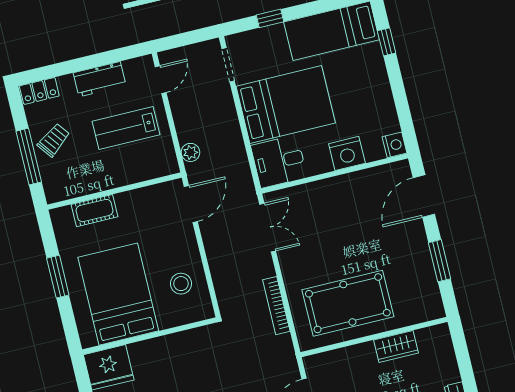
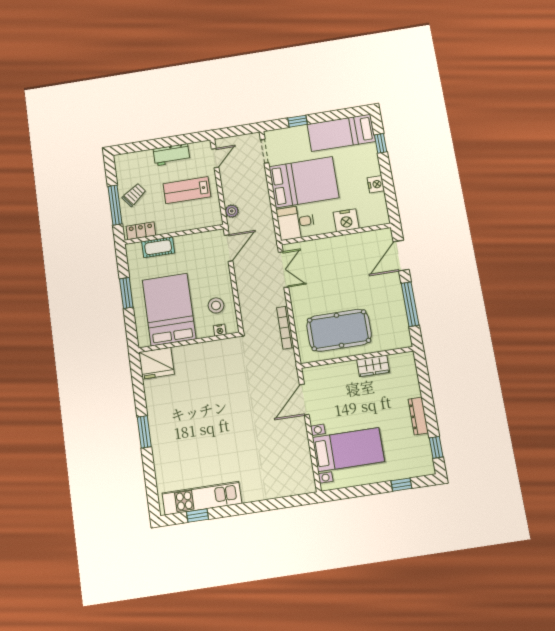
locker: (39, 91) -> (141, 231), moved, turned 180
nightstand: (394, 145) -> (376, 184), moved
window: (440, 261) -> (410, 304), width x1.44
nightstand: (189, 316) -> (220, 330), added

